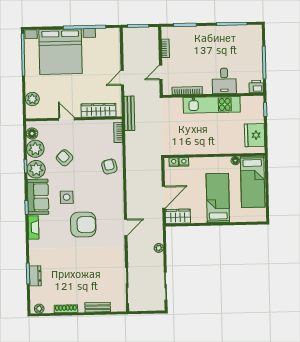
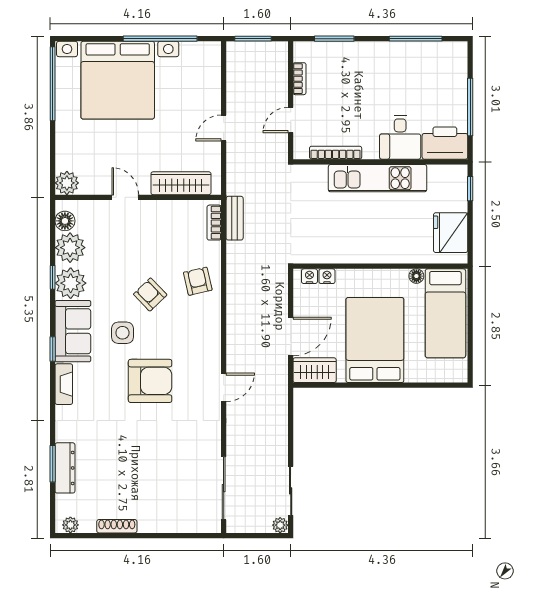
printer: (256, 87) -> (445, 143), width x1.87, depth x1.48
plant: (32, 99) -> (67, 183), moved
bench: (129, 113) -> (235, 218), moved, width x0.73
armchair: (65, 158) -> (150, 294), moved
bed: (218, 198) -> (375, 340), width x1.50
plant: (159, 248) -> (280, 525), moved
dresser: (35, 276) -> (65, 468), width x1.44
bench: (98, 307) -> (172, 525), removed

